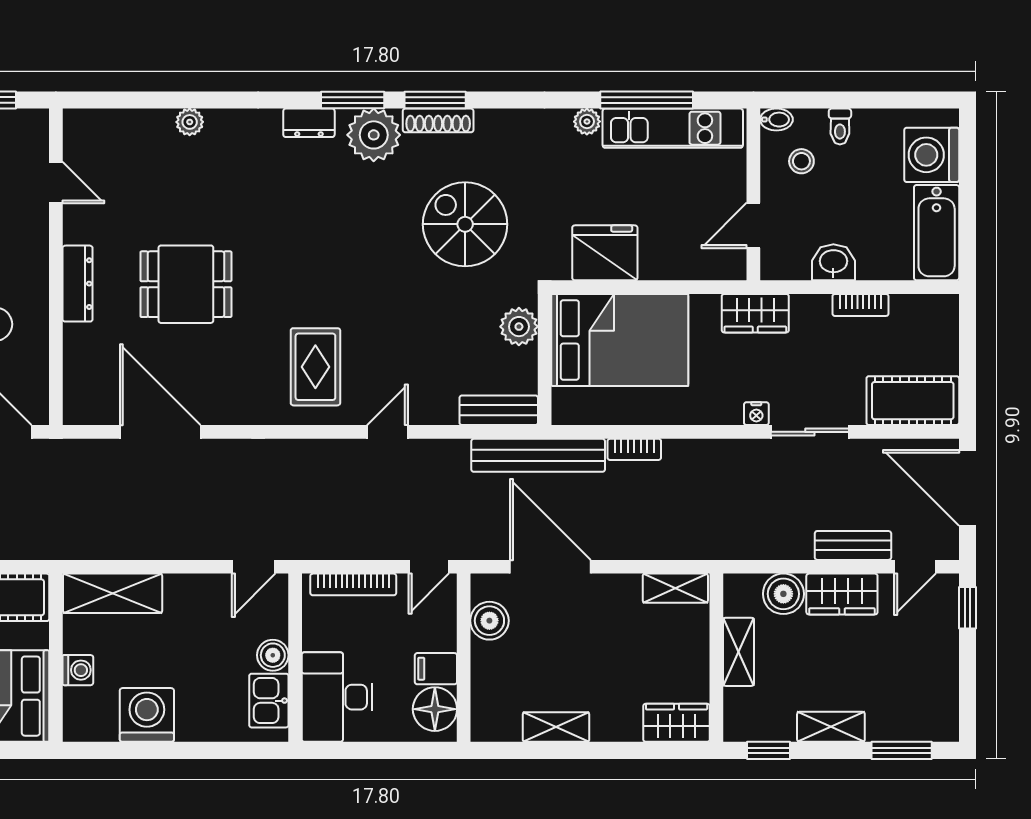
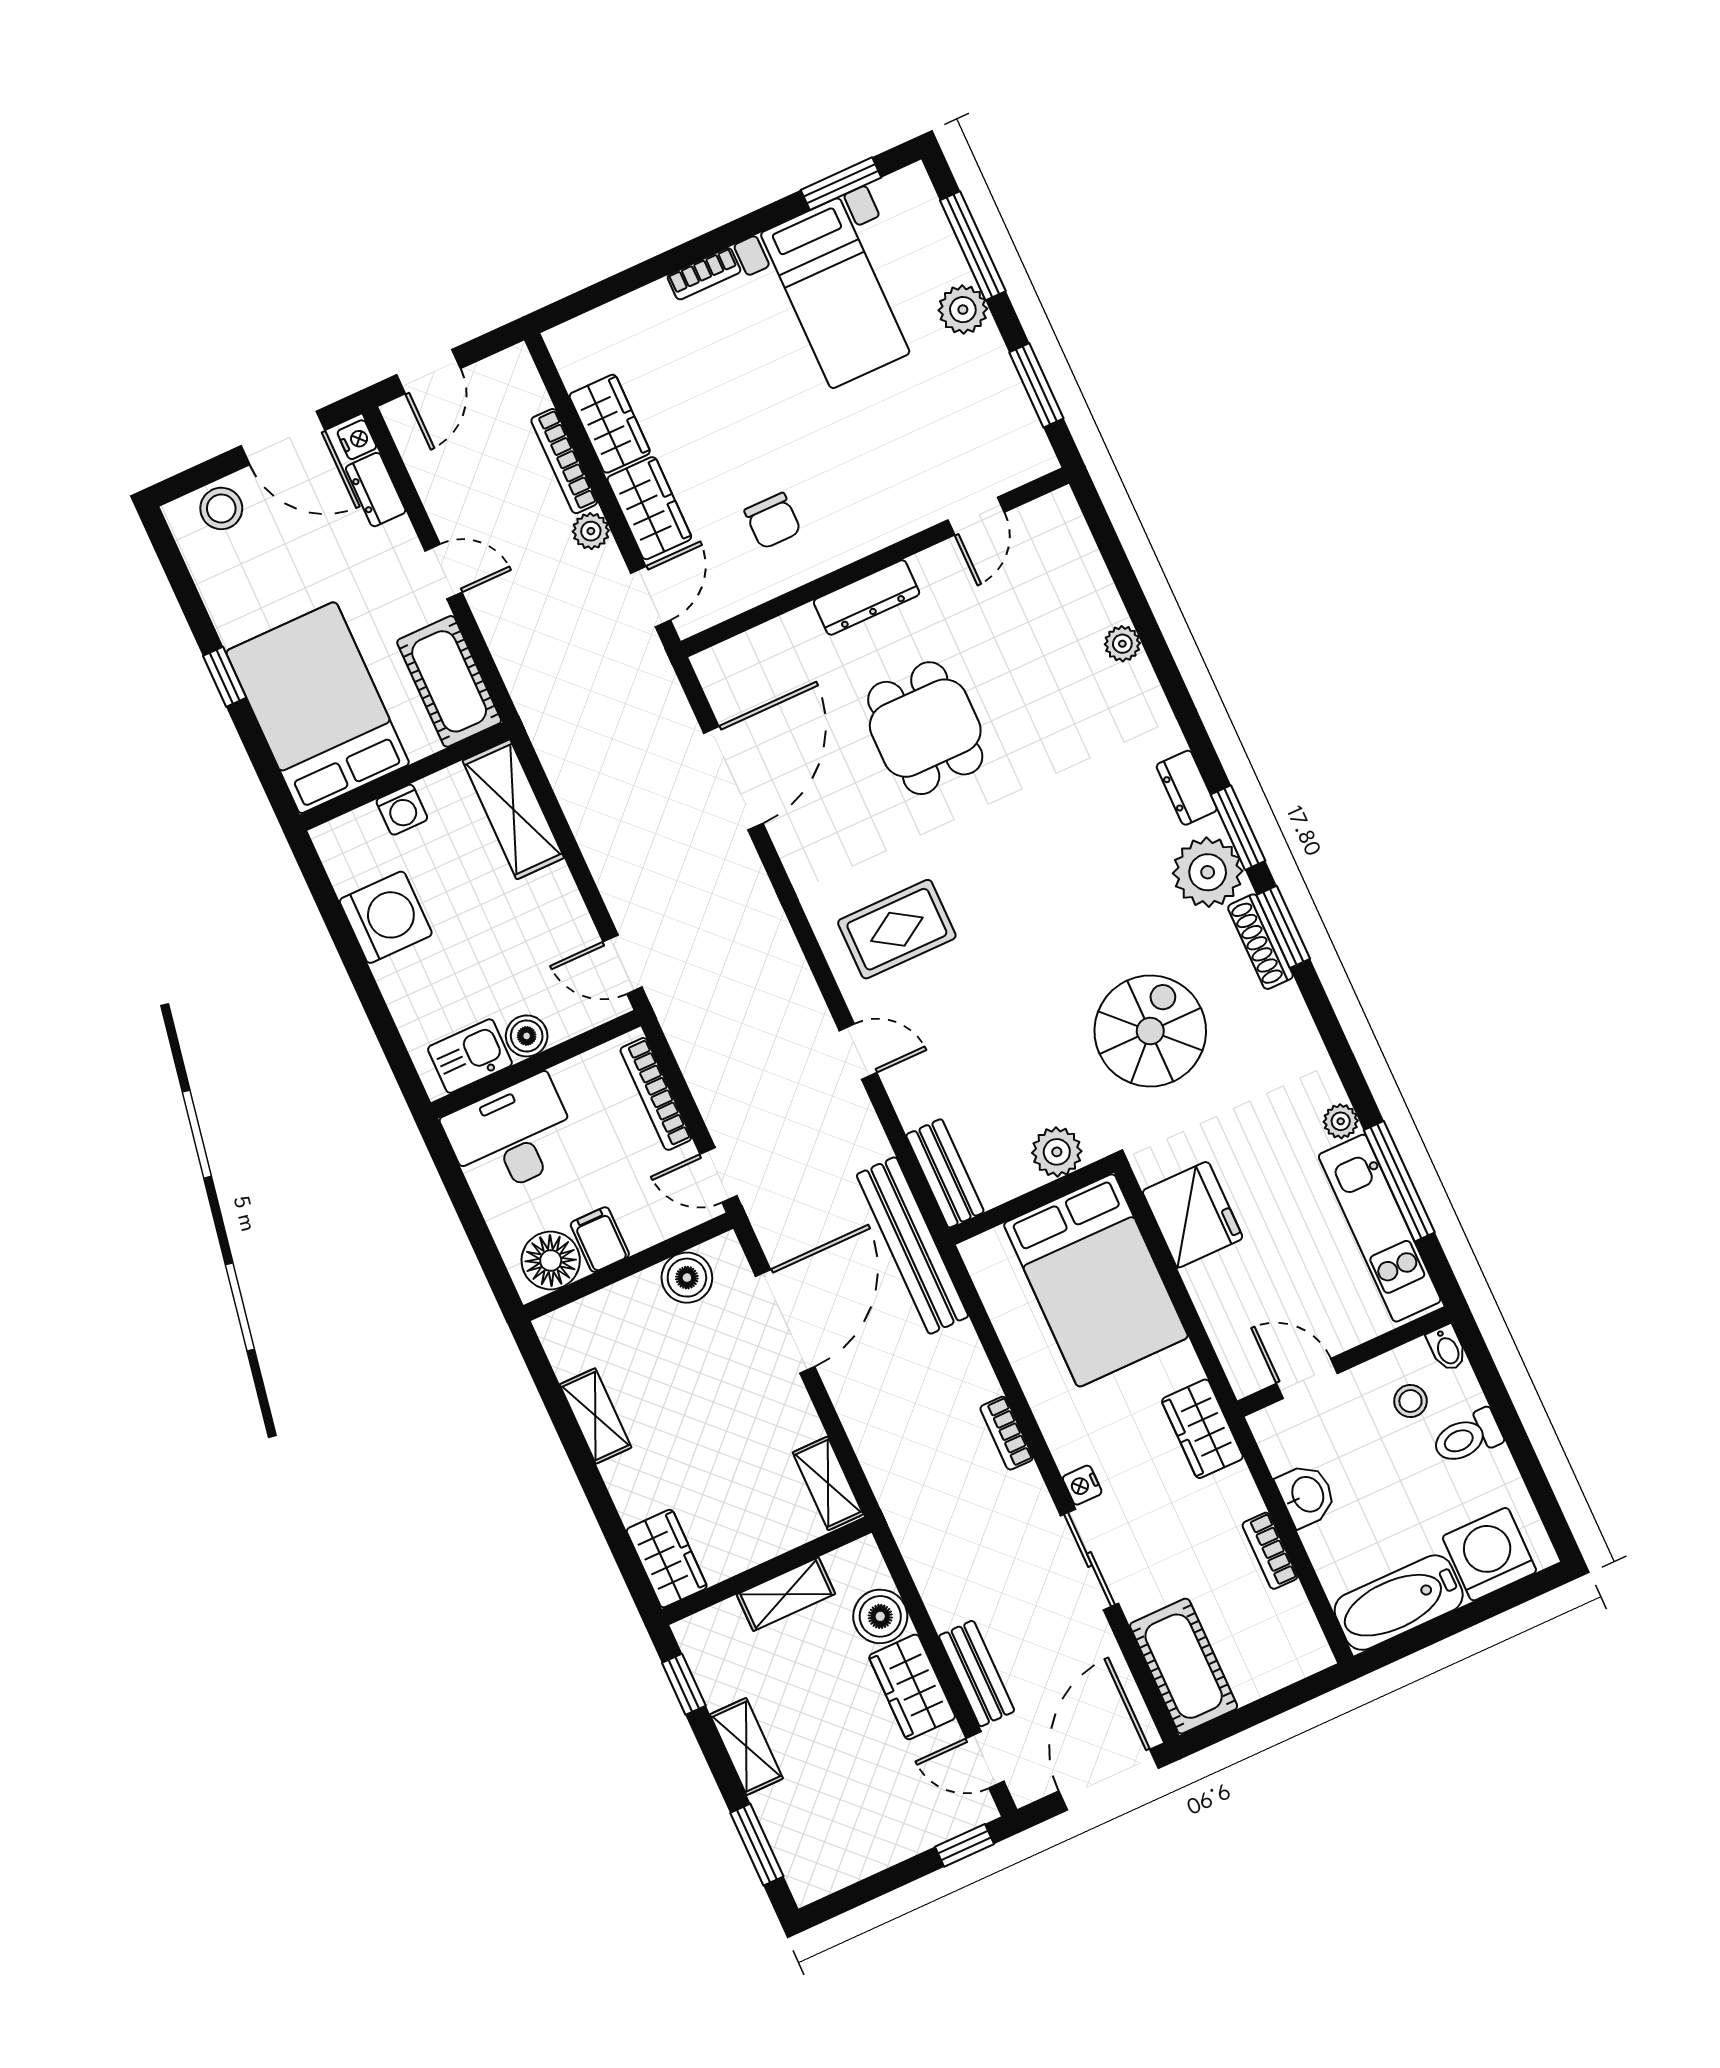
toilet: (840, 126) -> (1467, 1437), width x1.37, depth x1.39
bookcase: (634, 449) -> (1007, 1433), moved

